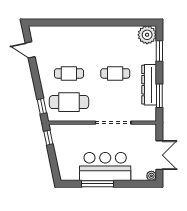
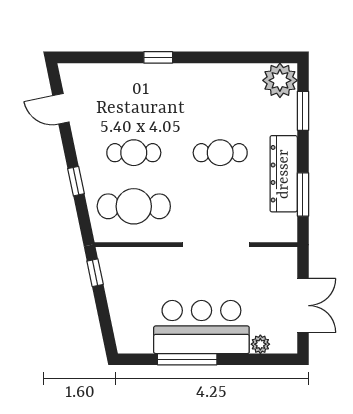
window: (82, 22) -> (158, 57), added
window: (42, 106) -> (76, 181), moved
plant: (151, 176) -> (260, 344), moved

